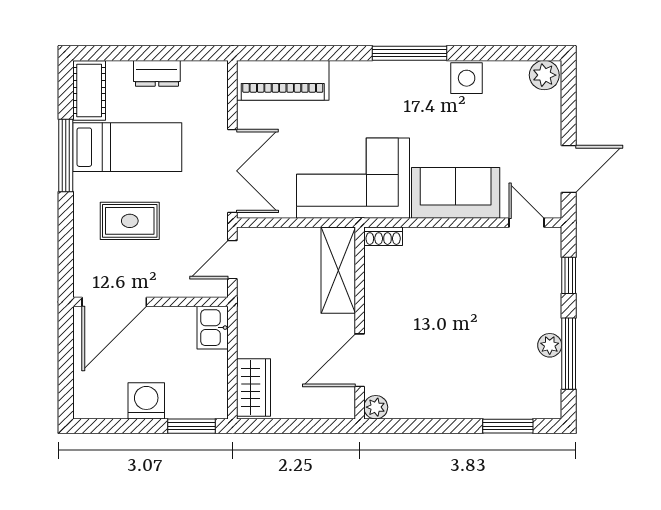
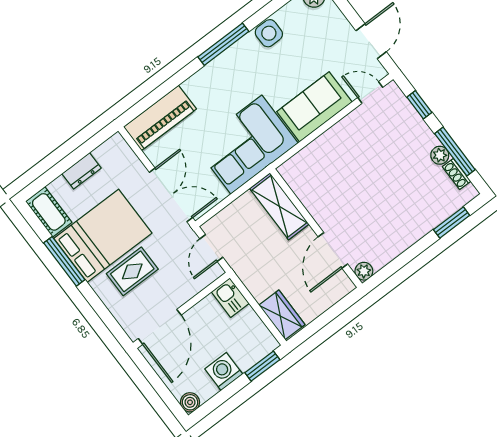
bed: (127, 147) -> (103, 236), width x1.50
shoe rack: (383, 236) -> (457, 174), moved, turned 90
boiler: (86, 406) -> (190, 402), added

